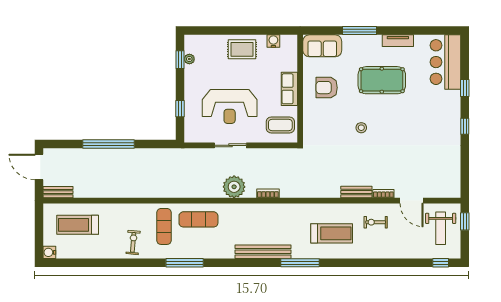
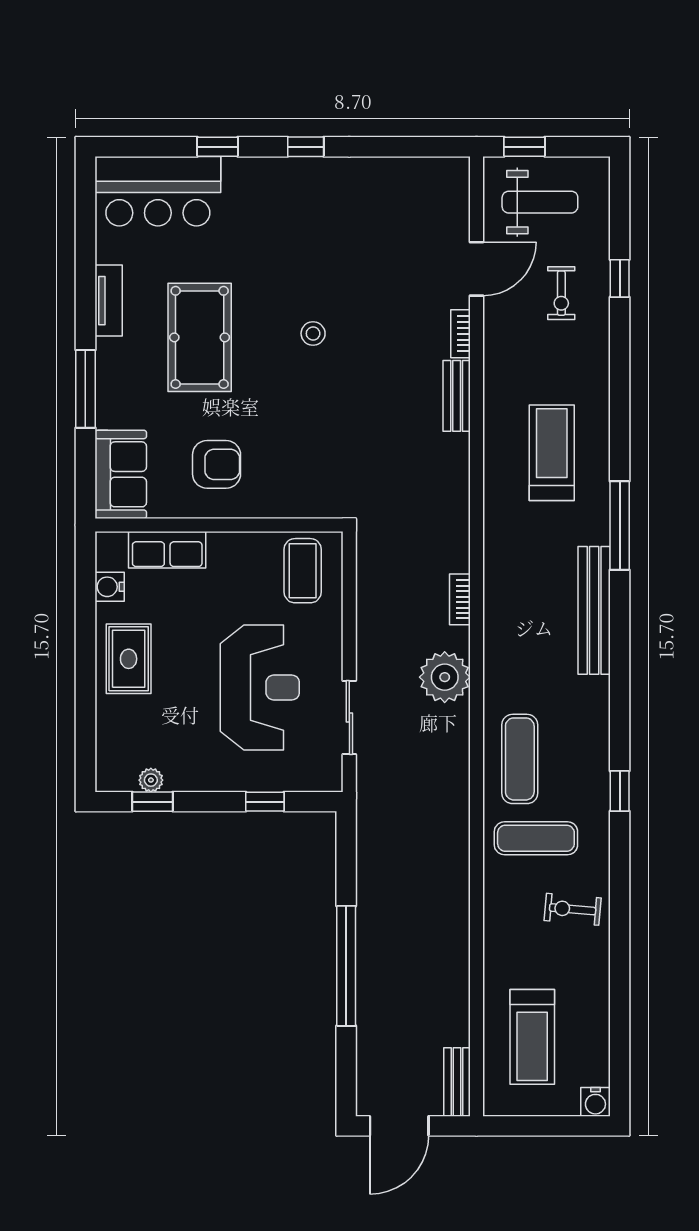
armchair: (327, 88) -> (217, 464), turned -90
row of seats: (289, 89) -> (167, 550), moved
stool: (361, 128) -> (313, 333), moved
sliding door: (230, 145) -> (349, 718), moved
exercise bike: (376, 222) -> (561, 293), moved
window: (185, 263) -> (620, 791), width x0.46
window: (441, 263) -> (620, 278), moved

